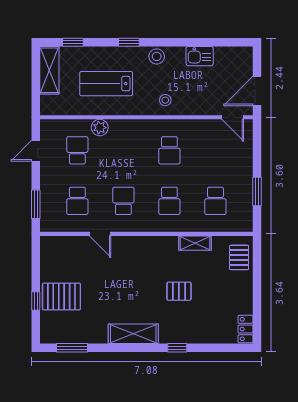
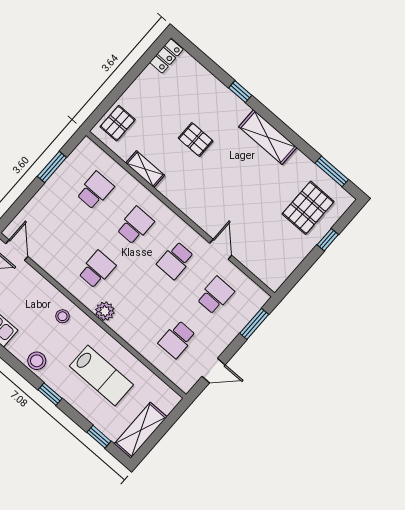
plant: (100, 128) -> (105, 311), moved
pallet: (61, 296) -> (308, 208), moved, turned 90

